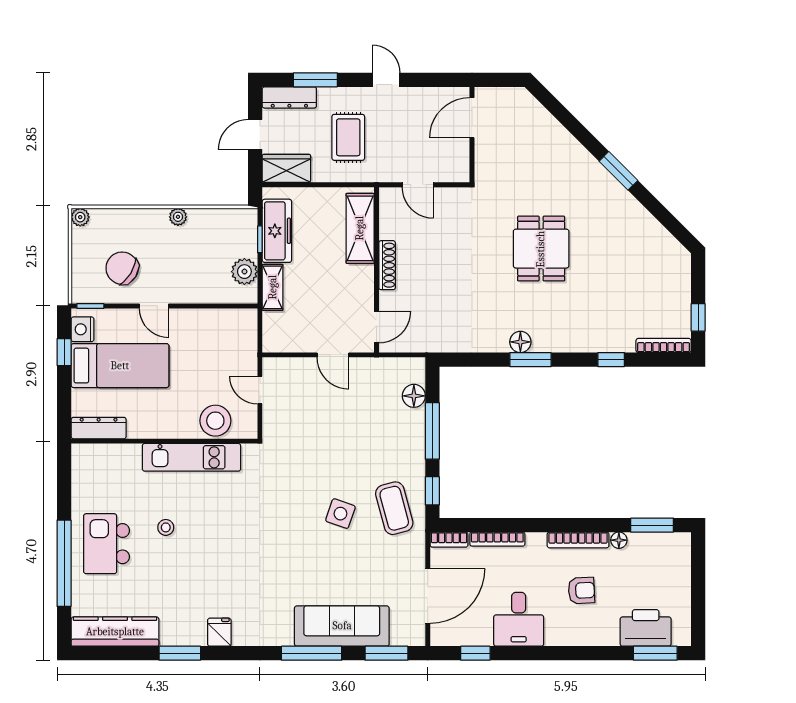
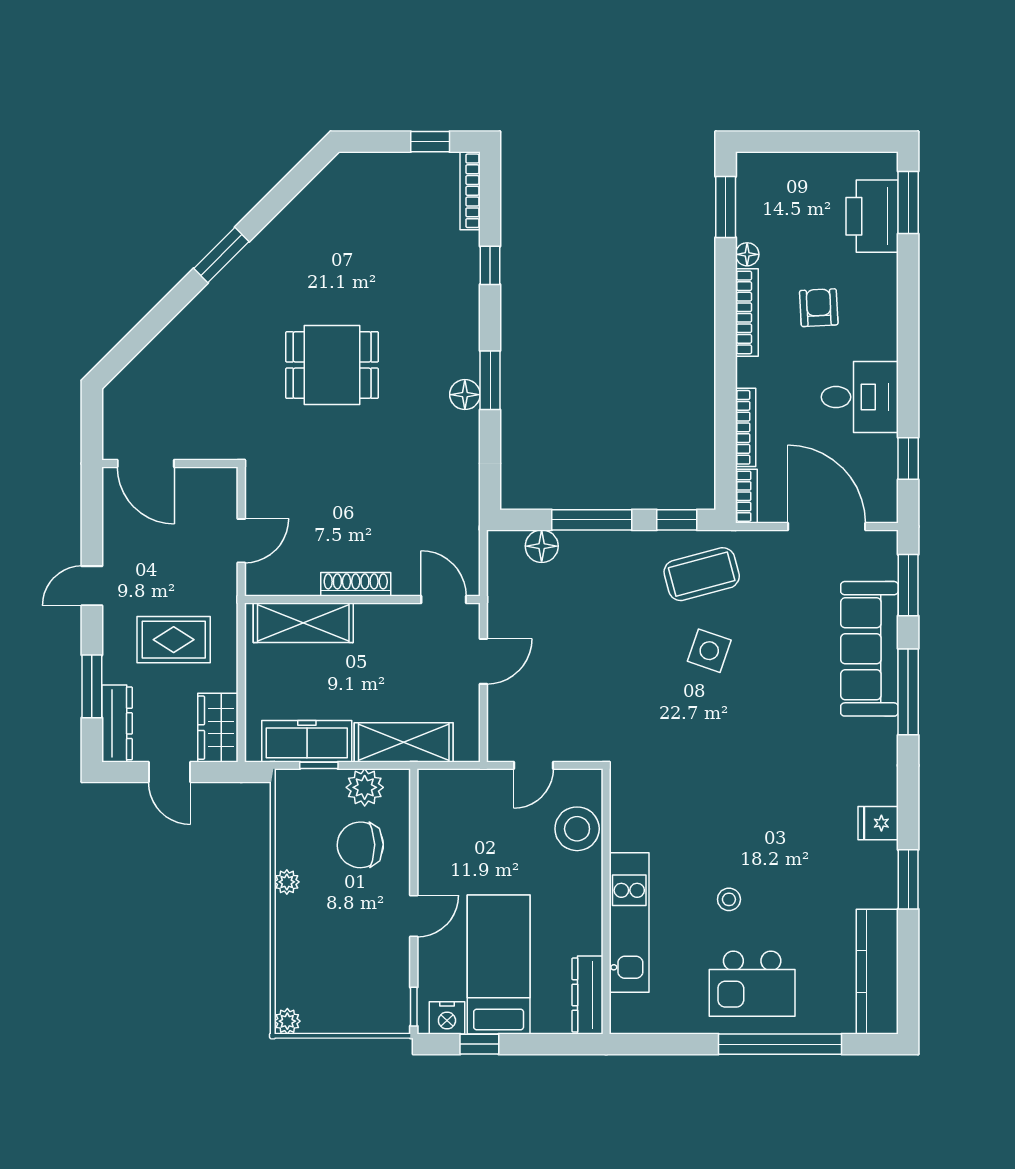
chair: (122, 268) -> (360, 845), moved, turned 58
shelving: (273, 287) -> (404, 742), width x1.50, depth x1.33
kitchen unit: (192, 457) -> (629, 922), moved

